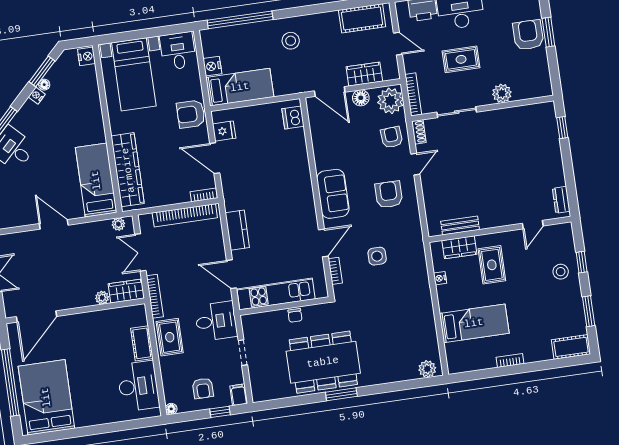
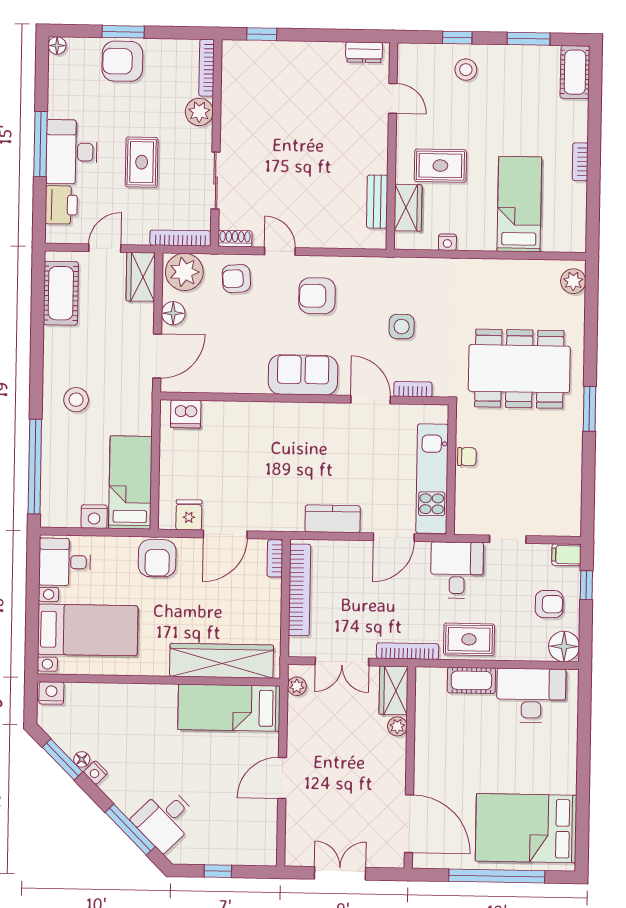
wardrobe: (364, 74) -> (141, 277), moved
bookcase: (533, 93) -> (207, 68), added
dining table: (323, 362) -> (519, 369), moved, turned 90
floor lamp: (171, 409) -> (564, 646), width x1.89, depth x1.89

